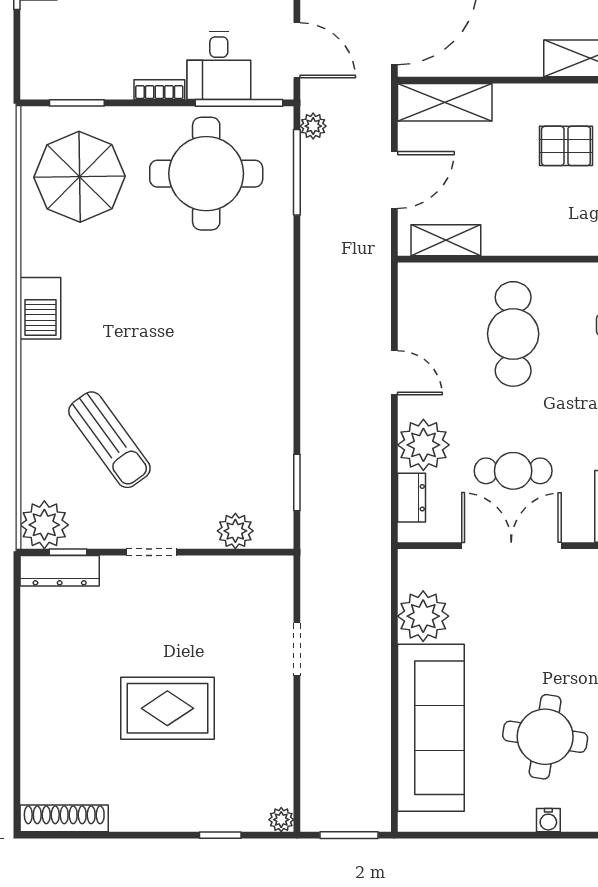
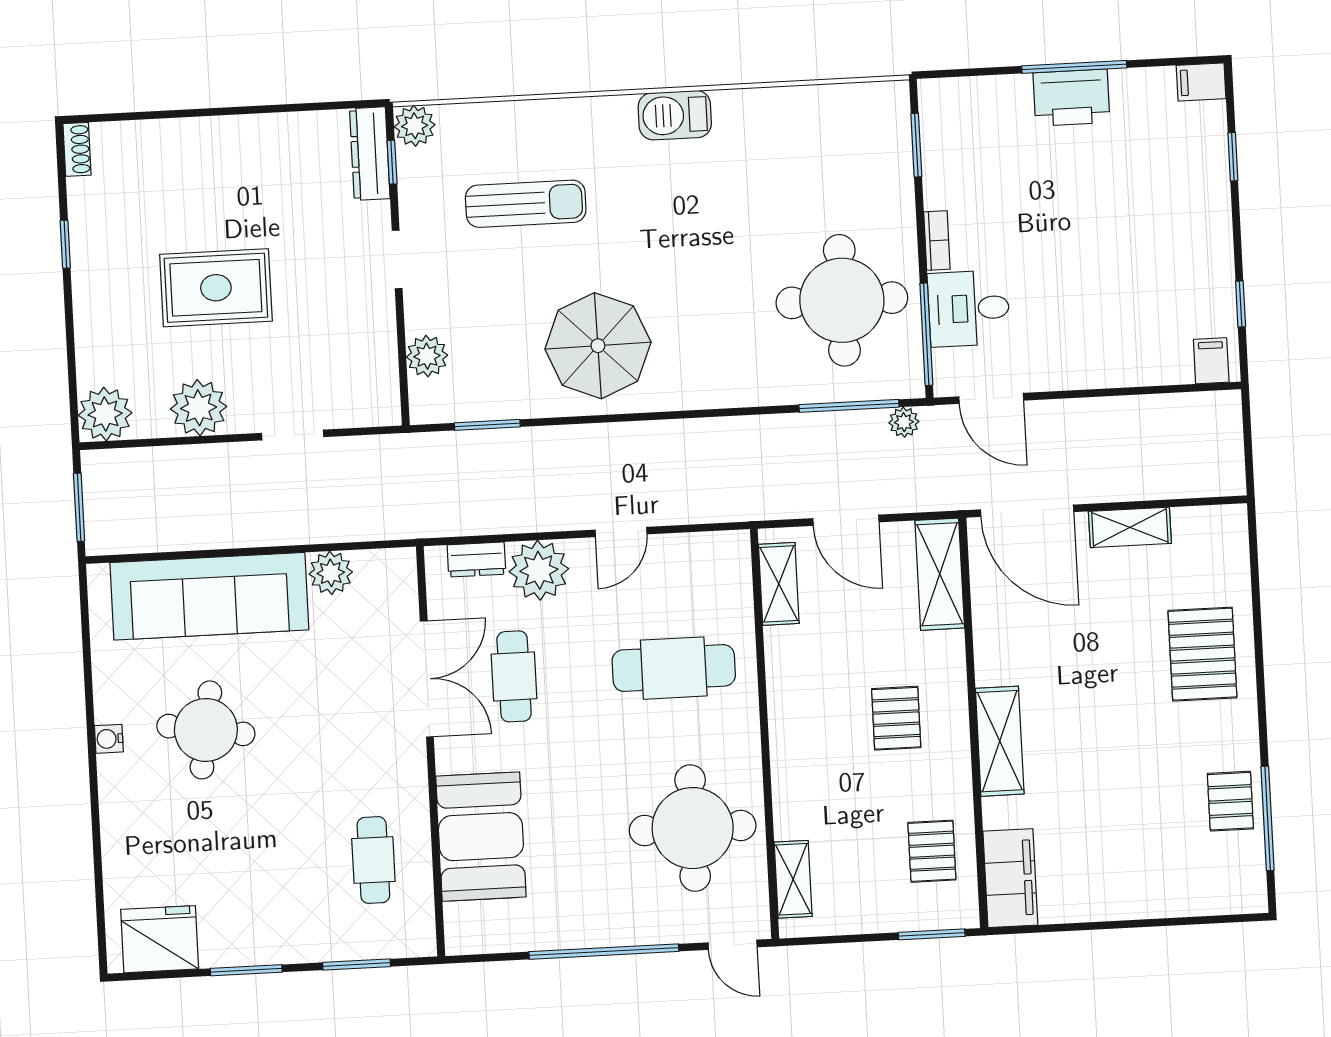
door: (297, 50) -> (991, 398), hinge flipped
parasol: (79, 177) -> (598, 346), moved
sun lounger: (109, 440) -> (526, 204), turned -144
plant: (44, 525) -> (415, 126), width x0.73, depth x0.73
plant: (423, 616) -> (331, 573), width x0.73, depth x0.73
rug: (167, 708) -> (216, 288), turned 90
plant: (269, 729) -> (199, 408), added
shoe rack: (64, 818) -> (77, 149), width x0.51, depth x0.81
plant: (281, 820) -> (105, 414), width x1.88, depth x1.88
window: (220, 835) -> (65, 244), moved

